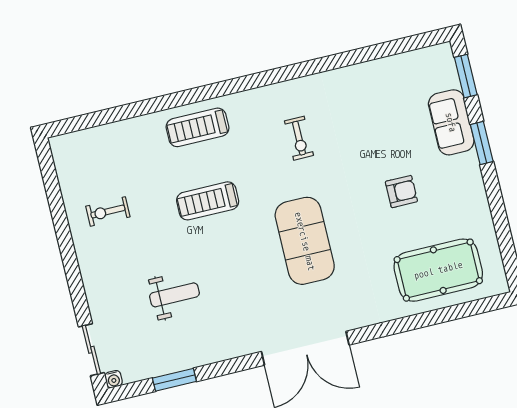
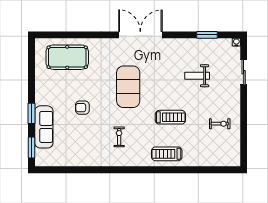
sofa: (451, 122) -> (44, 127), width x1.36
treadmill: (197, 127) -> (167, 154), turned 180
armchair: (401, 192) -> (82, 108), moved
sliding door: (91, 350) -> (244, 72), moved

